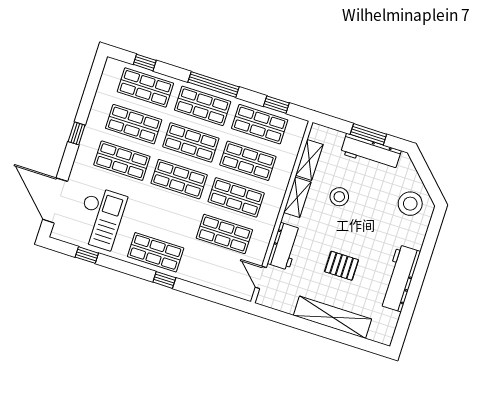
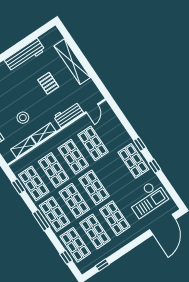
window: (213, 84) -> (41, 220), width x0.69
window: (77, 133) -> (102, 265), moved
checkout: (100, 218) -> (147, 199), turned 180
window: (87, 255) -> (155, 166), moved

